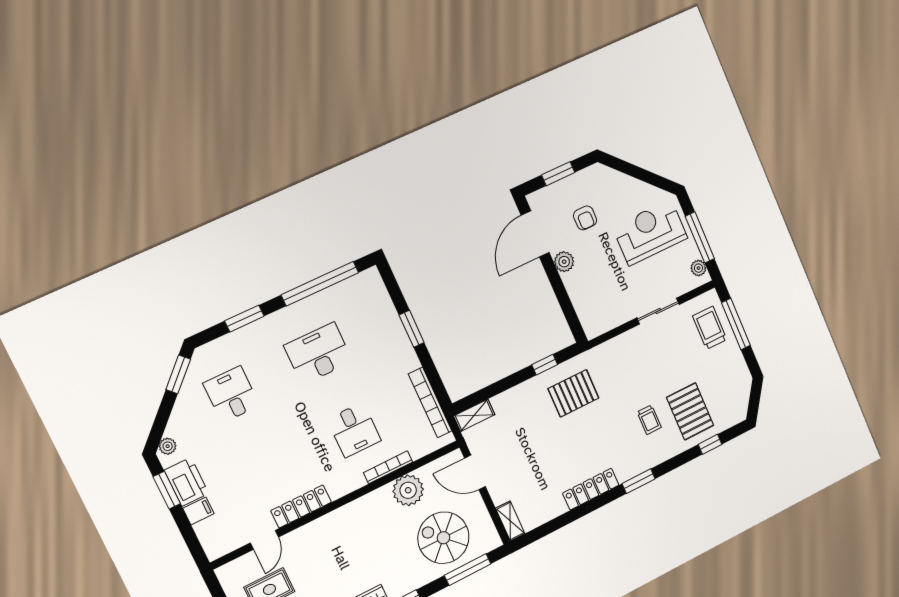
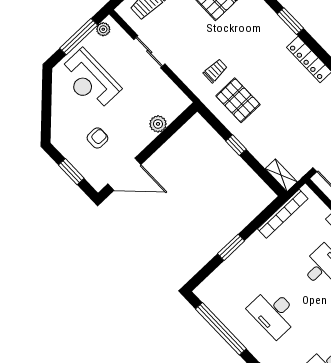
plant: (564, 262) -> (158, 124), moved
window: (545, 365) -> (236, 145), moved
trolley: (649, 420) -> (215, 71), moved

